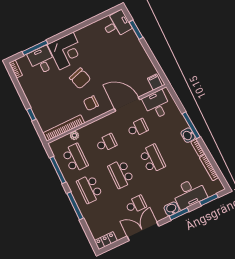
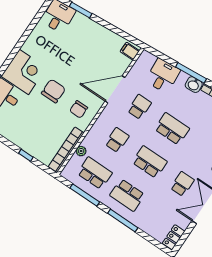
chair: (80, 78) -> (53, 91), turned -73
desk: (157, 105) -> (163, 76), moved, turned 86
school desk: (121, 174) -> (150, 162), turned 180

